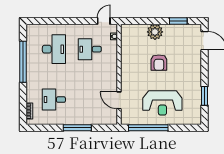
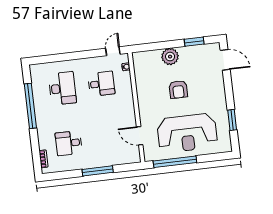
desk: (90, 49) -> (101, 84), turned 180
reception desk: (162, 103) -> (187, 133), width x1.36, depth x1.30

